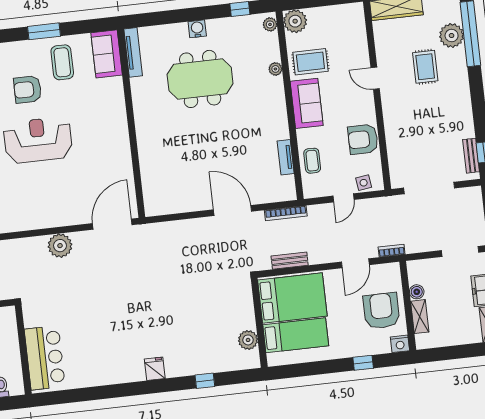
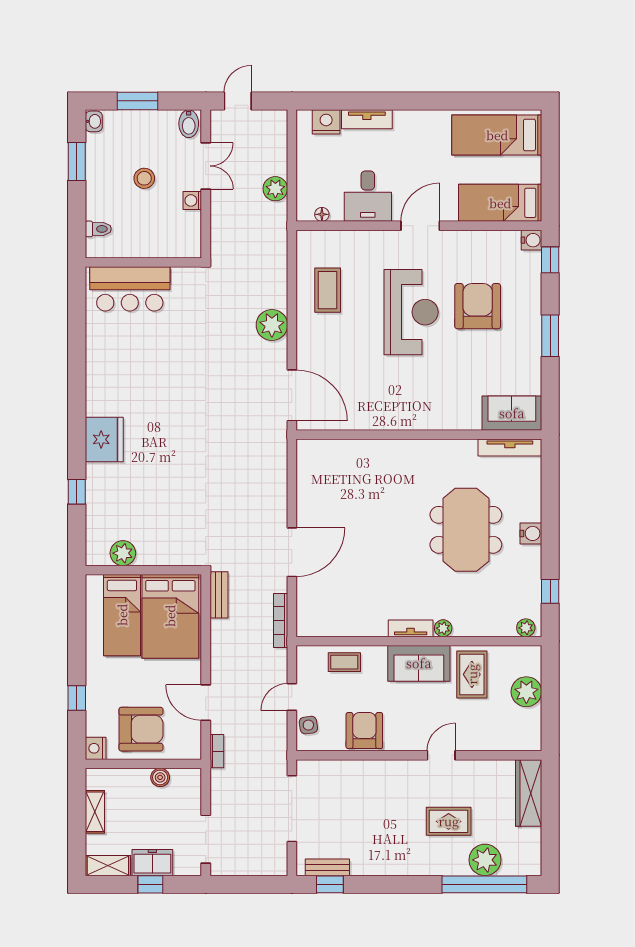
plant: (295, 21) -> (526, 692), moved
coffee table: (62, 62) -> (328, 290), moved, turned 90
plant: (275, 69) -> (443, 628), moved
armchair: (28, 89) -> (478, 306), width x1.36, depth x1.36
tv unit: (286, 157) -> (411, 628), moved
door: (343, 198) -> (292, 697), hinge flipped
bench: (290, 261) -> (219, 595), moved
shelving: (420, 317) -> (95, 812), moved, turned 90
fridge: (155, 369) -> (104, 439), width x1.88, depth x1.34

